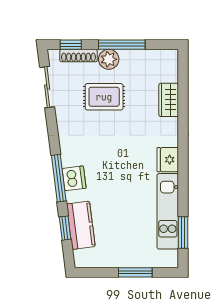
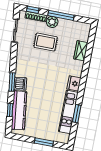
window: (59, 178) -> (12, 82), width x0.69
kitchen counter: (81, 225) -> (19, 110), width x1.50
window: (183, 232) -> (77, 114), moved

